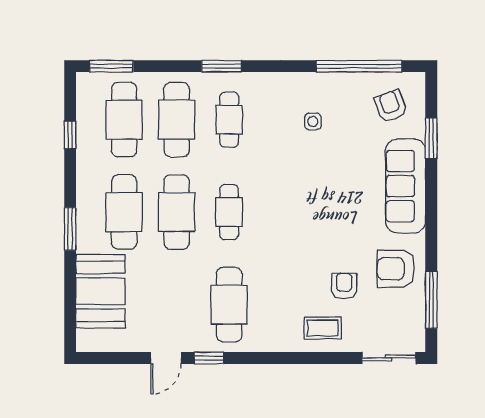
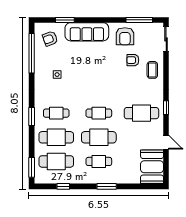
cafe table: (124, 212) -> (99, 161), width x0.73, depth x0.74
booth: (100, 291) -> (152, 167), moved, turned 90
window: (209, 358) -> (166, 108), moved

